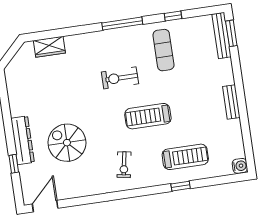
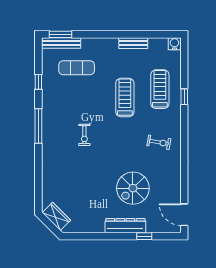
wardrobe: (49, 47) -> (56, 216), moved, turned -45
exercise mat: (163, 50) -> (77, 68), moved
exercise bike: (120, 78) -> (84, 135), width x0.73, depth x0.72
bench: (231, 102) -> (133, 43), moved
treadmill: (148, 116) -> (125, 97), moved, turned 180

